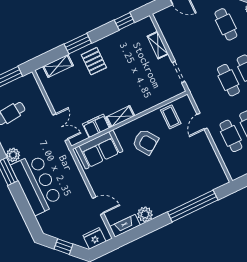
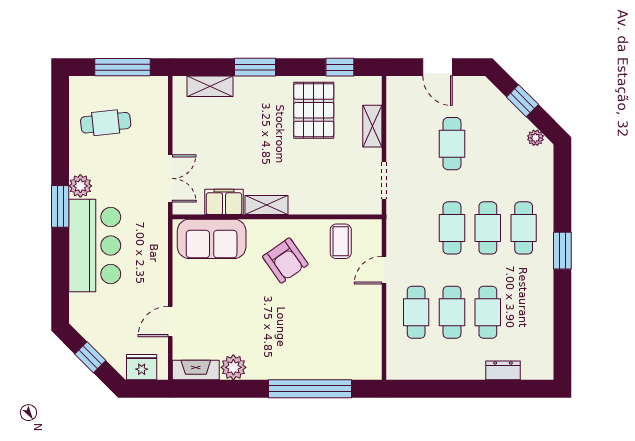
cafe table: (226, 24) -> (452, 144), moved
pallet: (94, 61) -> (314, 110), moved, width x1.50, depth x1.42
door: (98, 206) -> (170, 321), swing flipped

